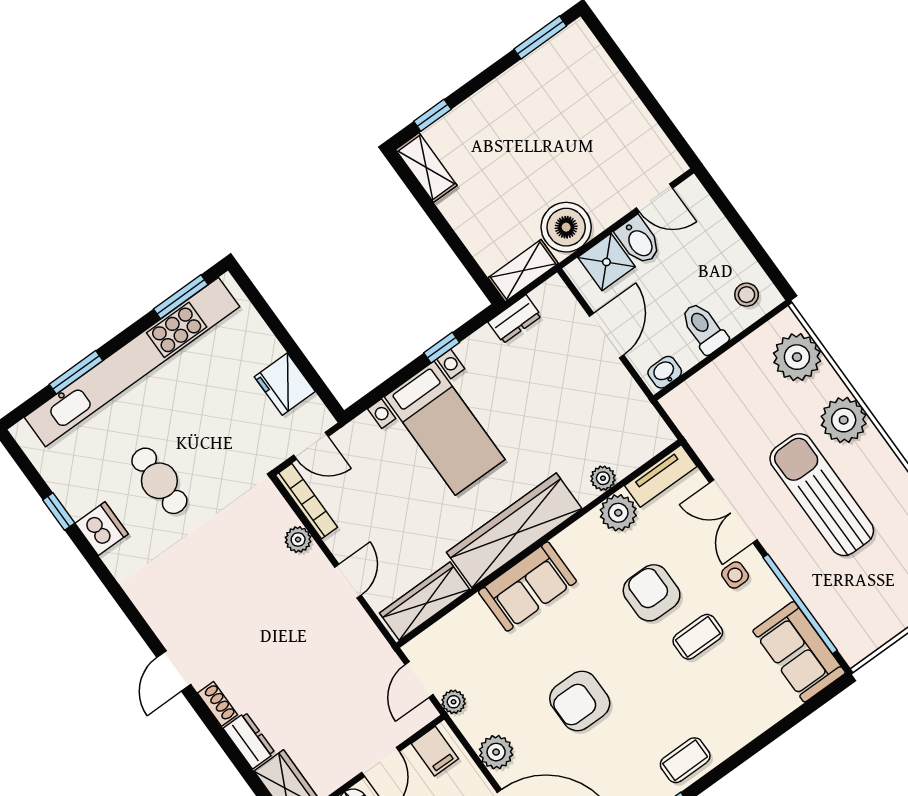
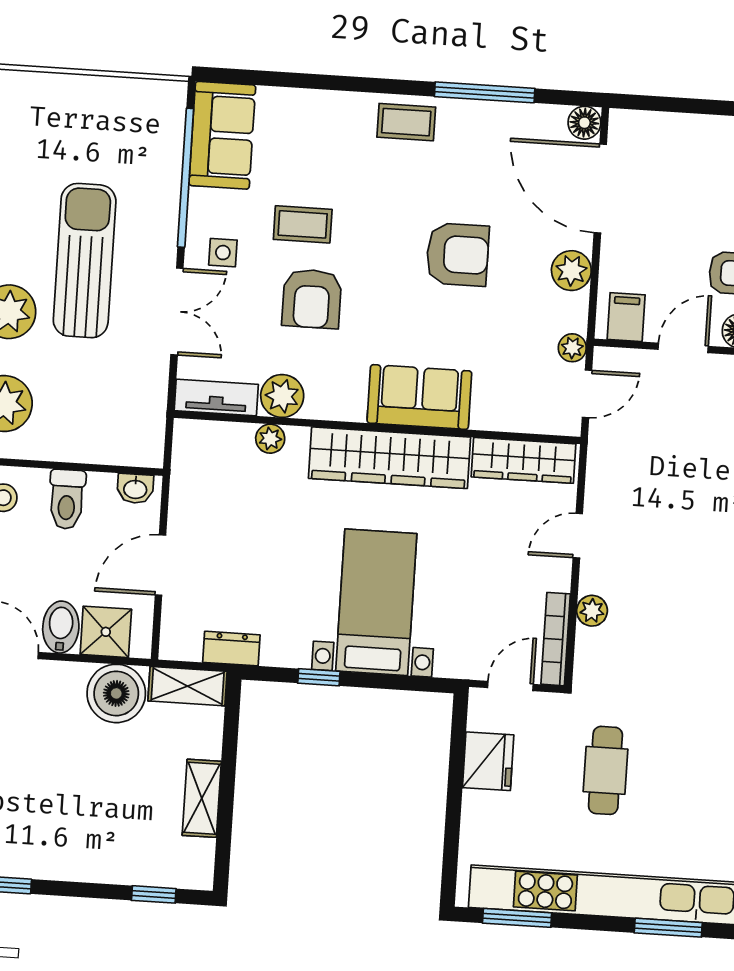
shelving: (426, 167) -> (202, 798), moved
door: (311, 446) -> (510, 686), hinge flipped
cafe table: (159, 481) -> (605, 770), moved
sun lounger: (822, 495) -> (85, 261), turned 180

